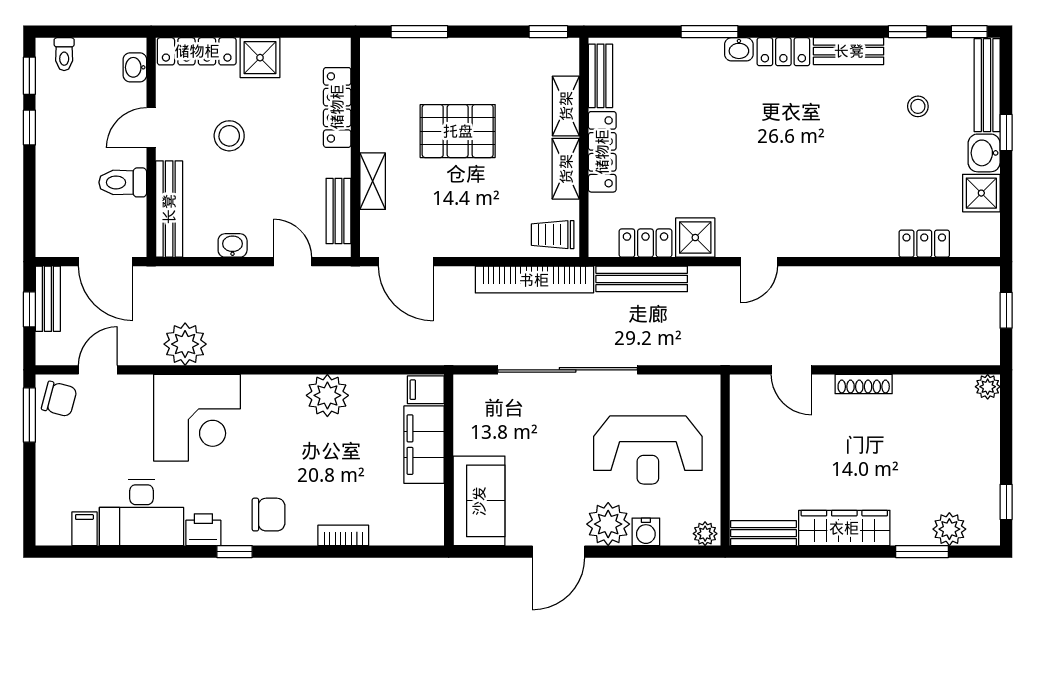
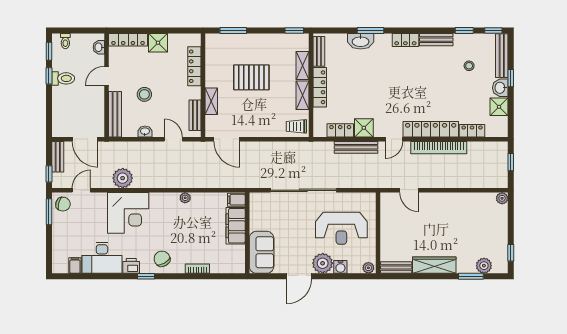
washbasin: (739, 49) -> (361, 41), moved, width x1.91, depth x1.45
stool: (229, 136) -> (144, 94), moved
toilet: (123, 182) -> (63, 78), moved, turned 180
locker: (837, 241) -> (431, 129), added
bench: (642, 279) -> (356, 147), moved
bookcase: (534, 280) -> (439, 148), moved
window: (29, 309) -> (49, 174), moved
shoe rack: (864, 384) -> (443, 197), removed
plant: (327, 395) -> (185, 198), width x0.53, depth x0.53
chair: (269, 515) -> (162, 259), turned -119

